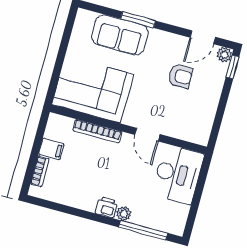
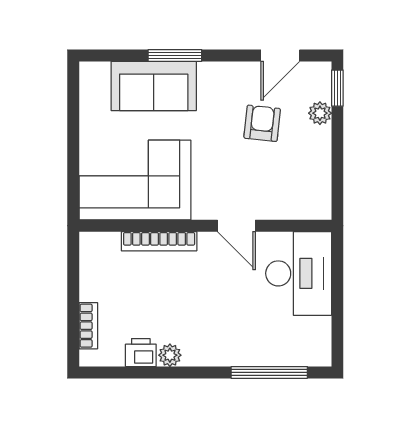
plant: (224, 55) -> (320, 113), moved
armchair: (180, 76) -> (262, 123), turned -84
filing cabinet: (51, 149) -> (97, 287), removed
printer: (106, 207) -> (141, 353), moved
plant: (124, 214) -> (170, 355), moved

